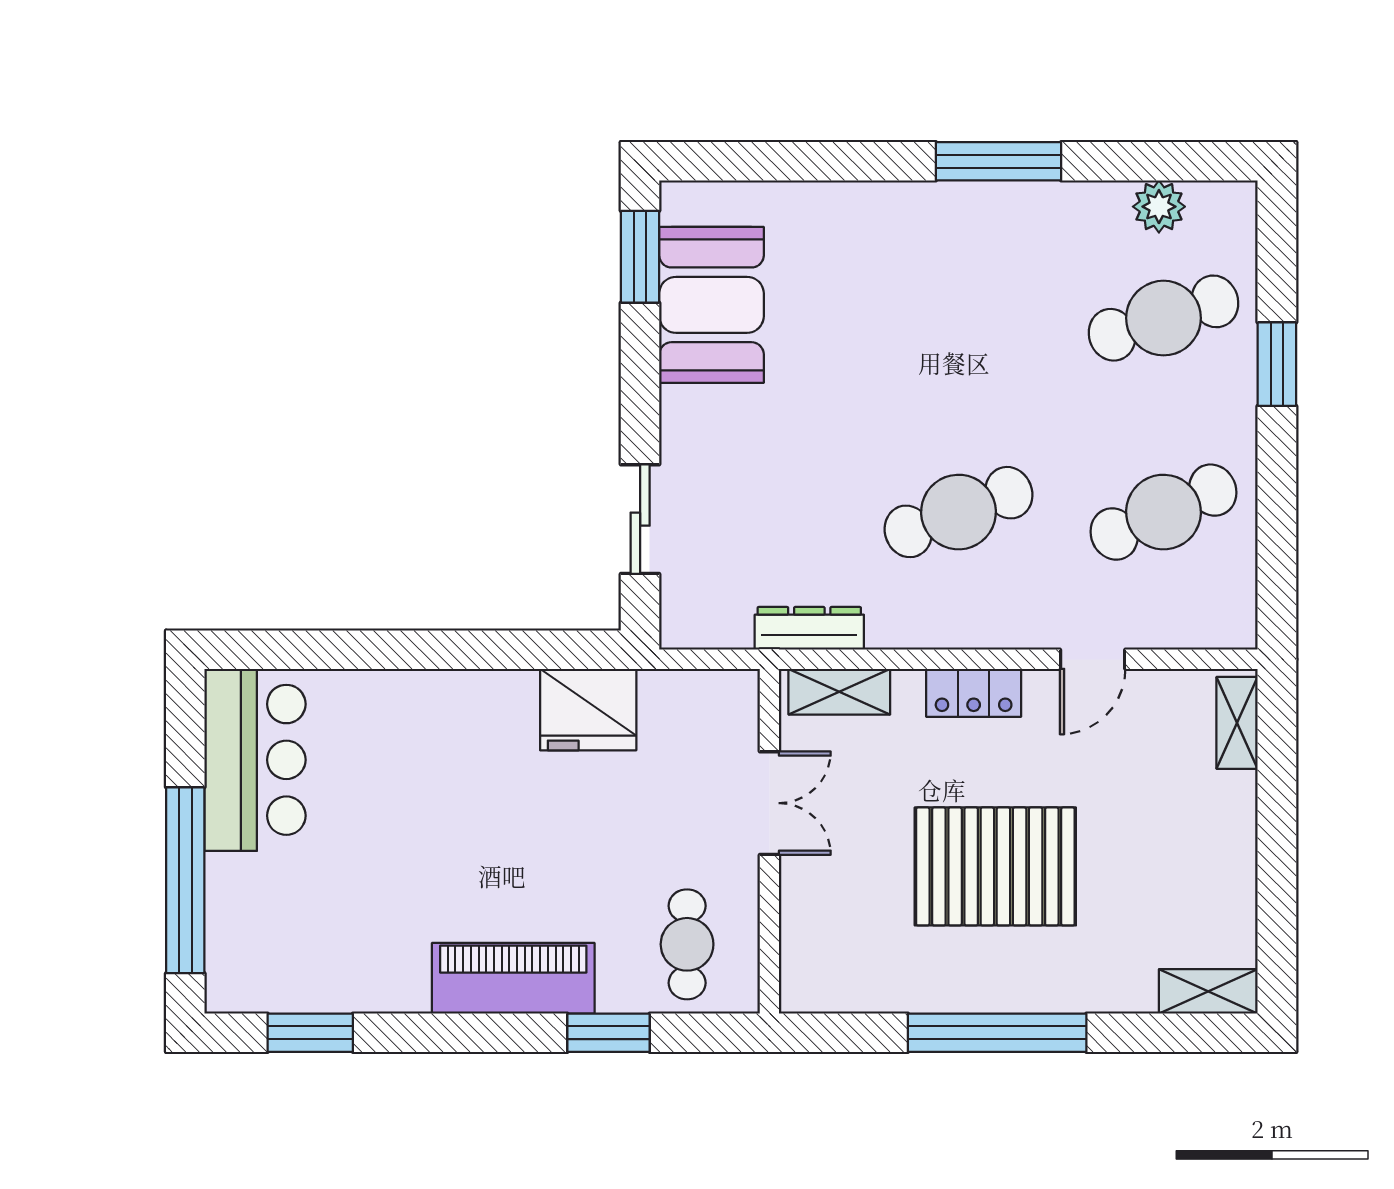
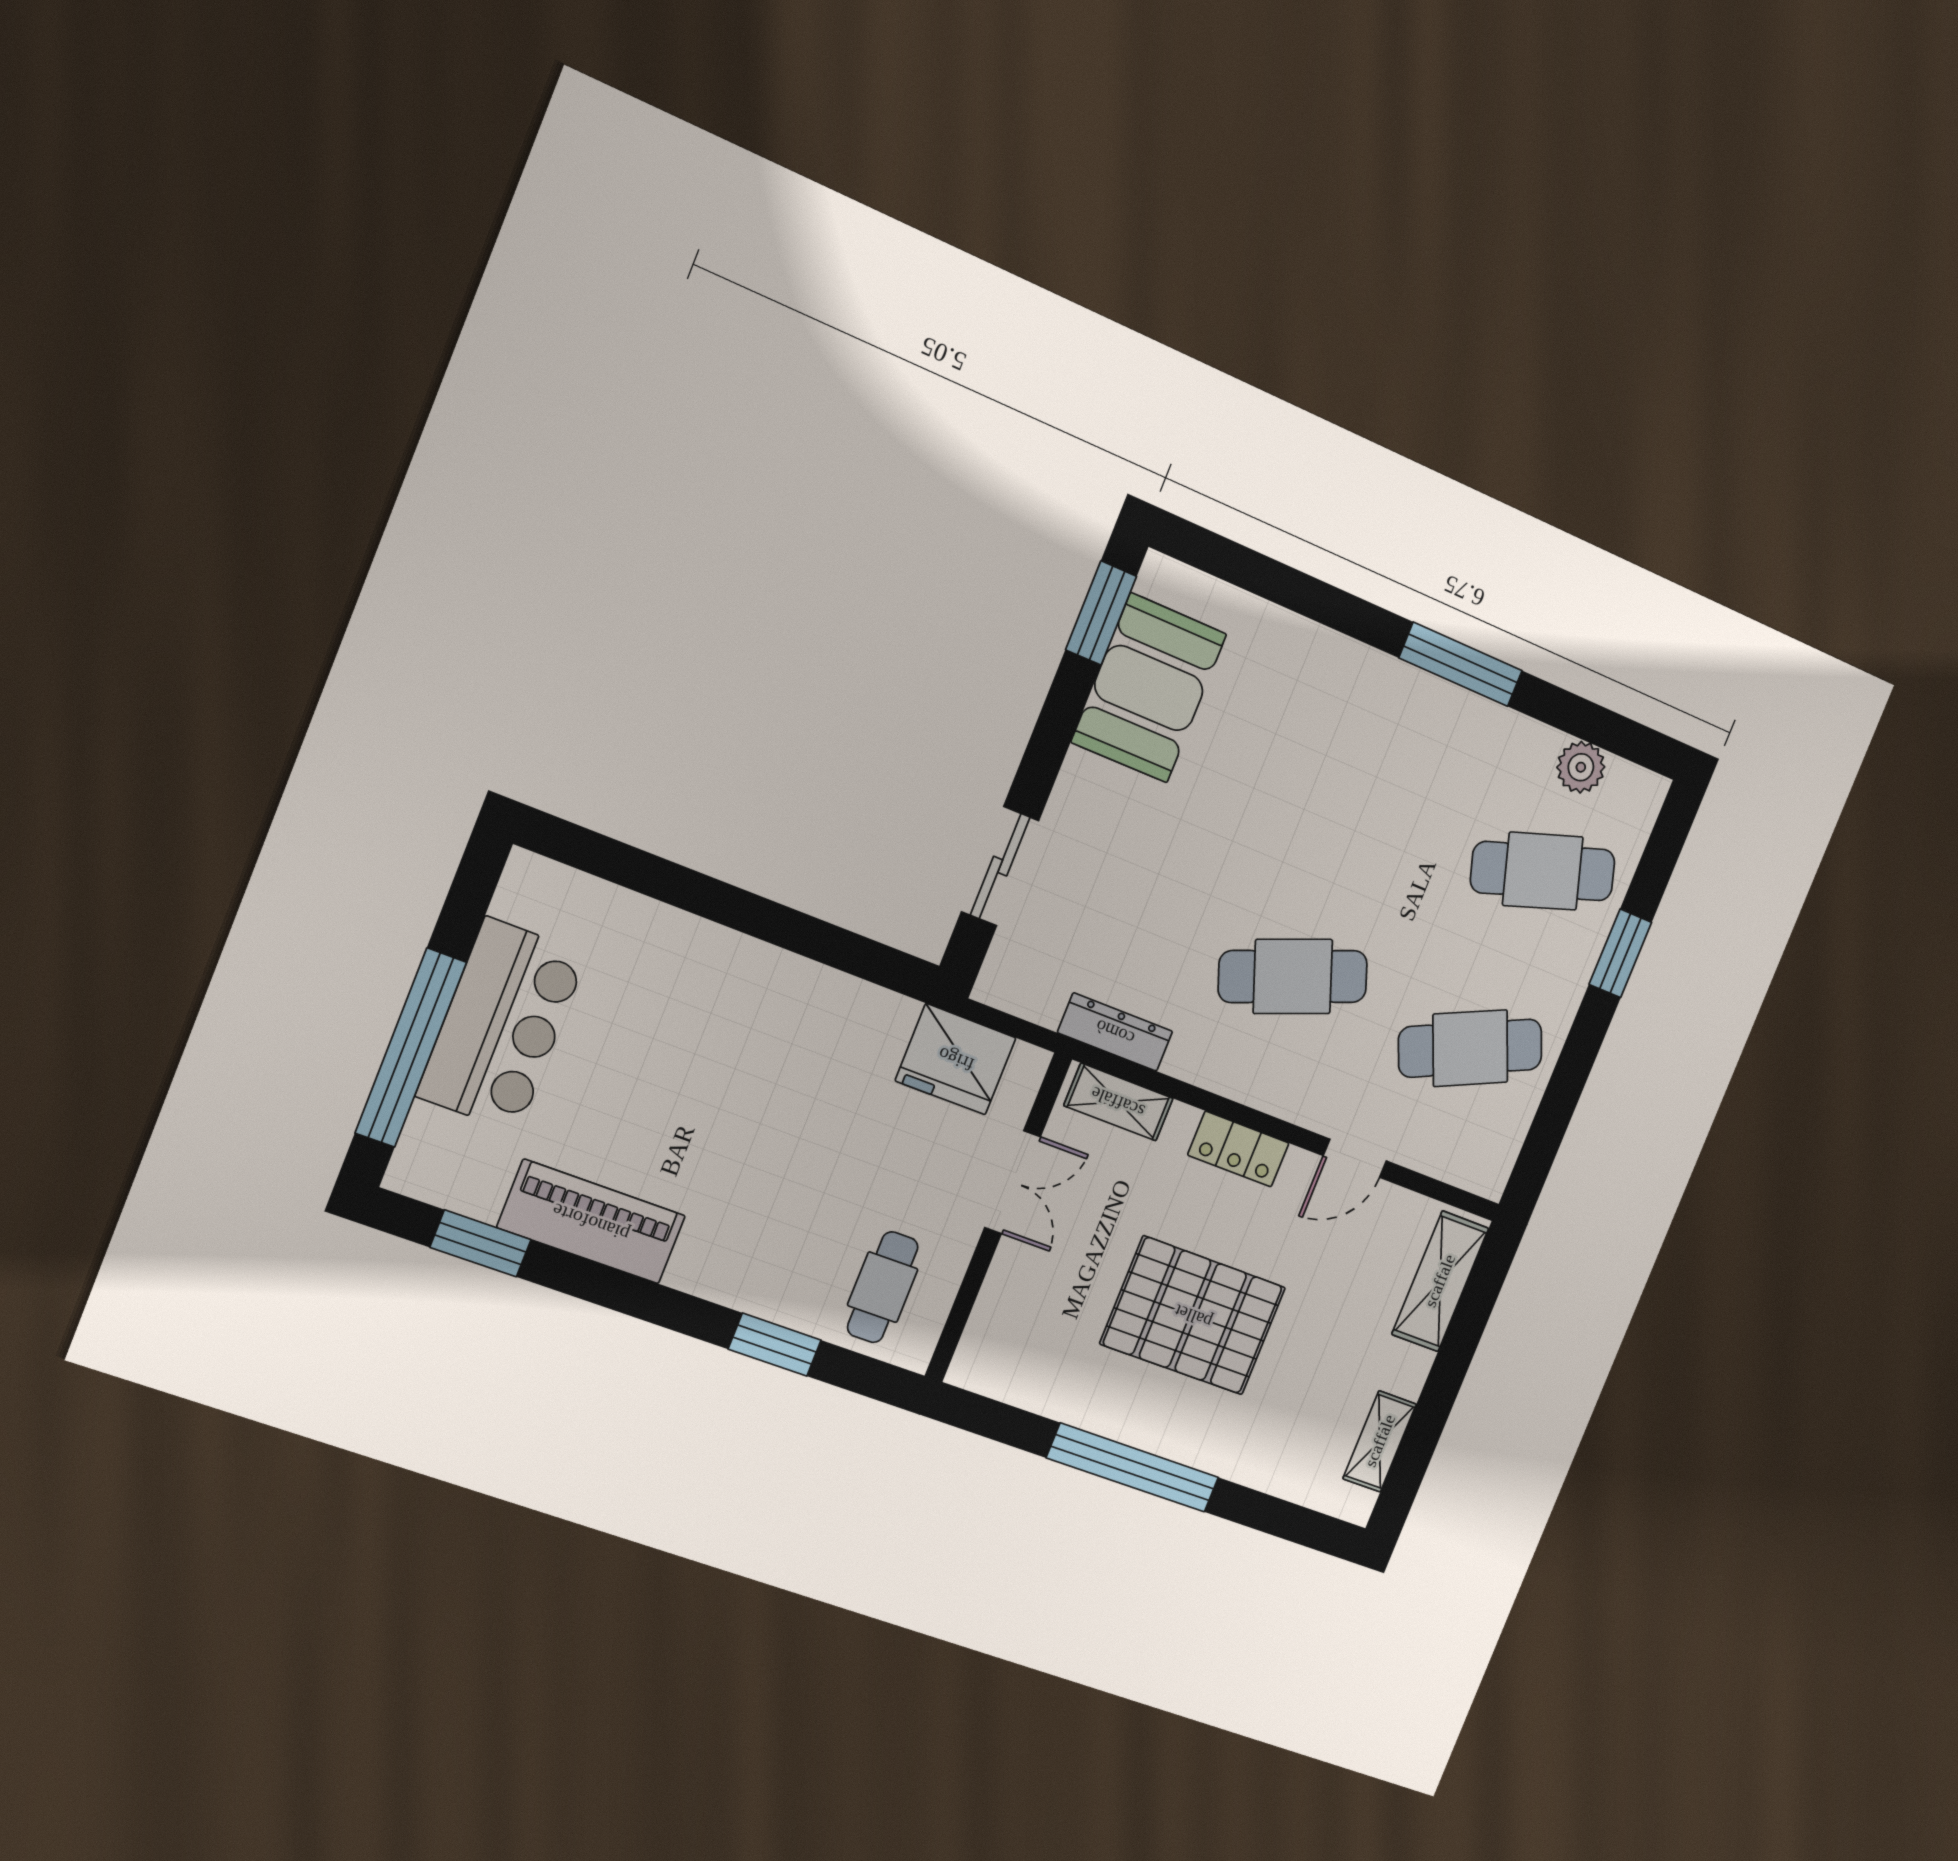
fridge: (588, 710) -> (956, 1059), moved
shelving: (1237, 723) -> (1440, 1281), width x1.50, depth x1.33
bar counter: (255, 760) -> (502, 1025), moved
piano: (513, 978) -> (591, 1222), moved
shelving: (1208, 991) -> (1380, 1441), moved, turned 90

